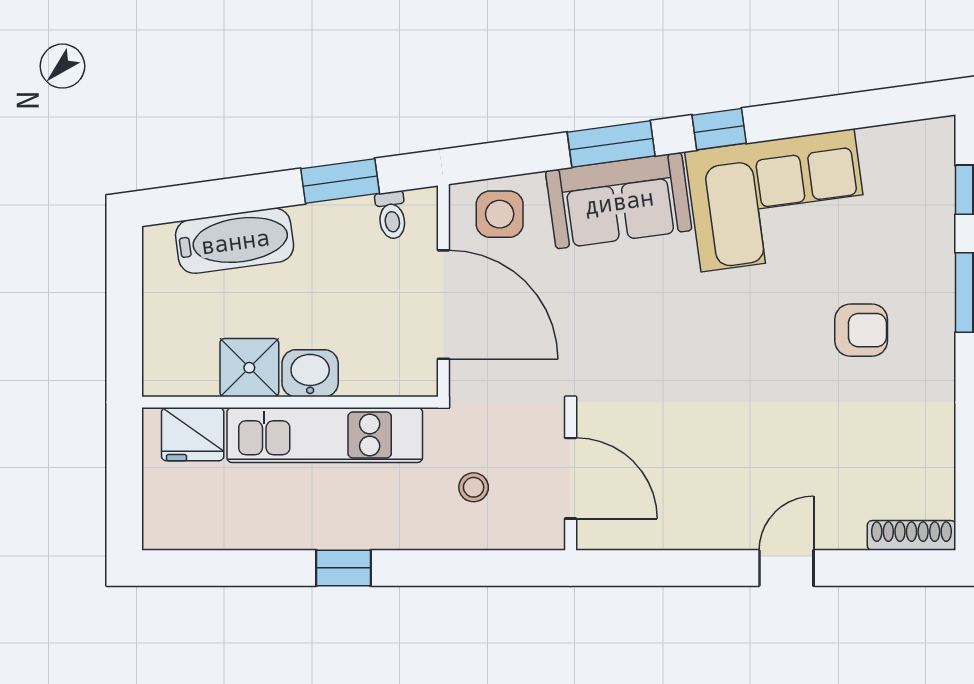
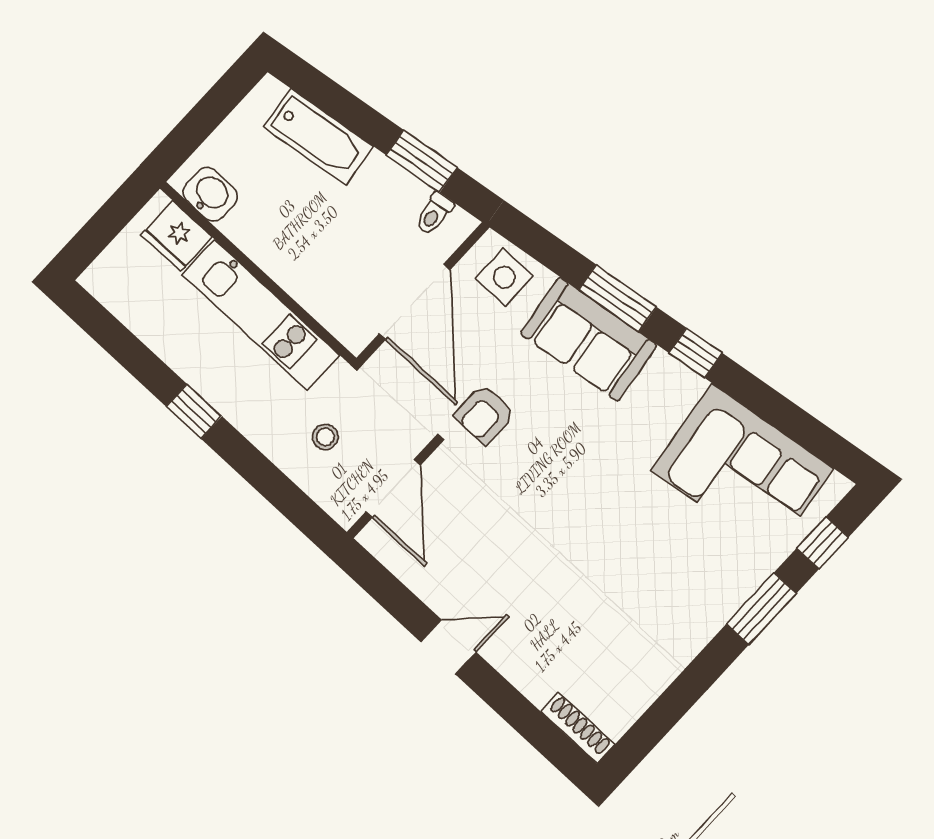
corner sofa: (778, 200) -> (742, 469), moved
armchair: (861, 330) -> (485, 414), moved, turned 90
shower: (249, 368) -> (252, 227), removed
washbasin: (310, 373) -> (210, 194), moved
door: (786, 568) -> (448, 647), moved

